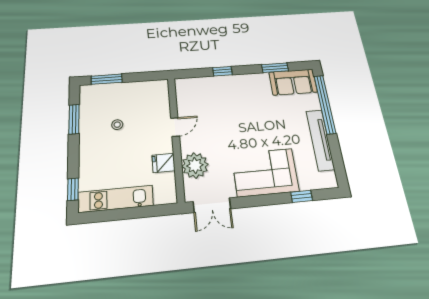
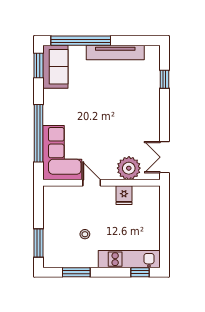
window: (275, 68) -> (38, 65), moved
window: (222, 71) -> (38, 133), width x3.17
corner sofa: (265, 172) -> (62, 153), moved, turned 180
kitchen unit: (116, 199) -> (129, 259), moved, turned 90
double door: (212, 205) -> (164, 157), swing flipped

